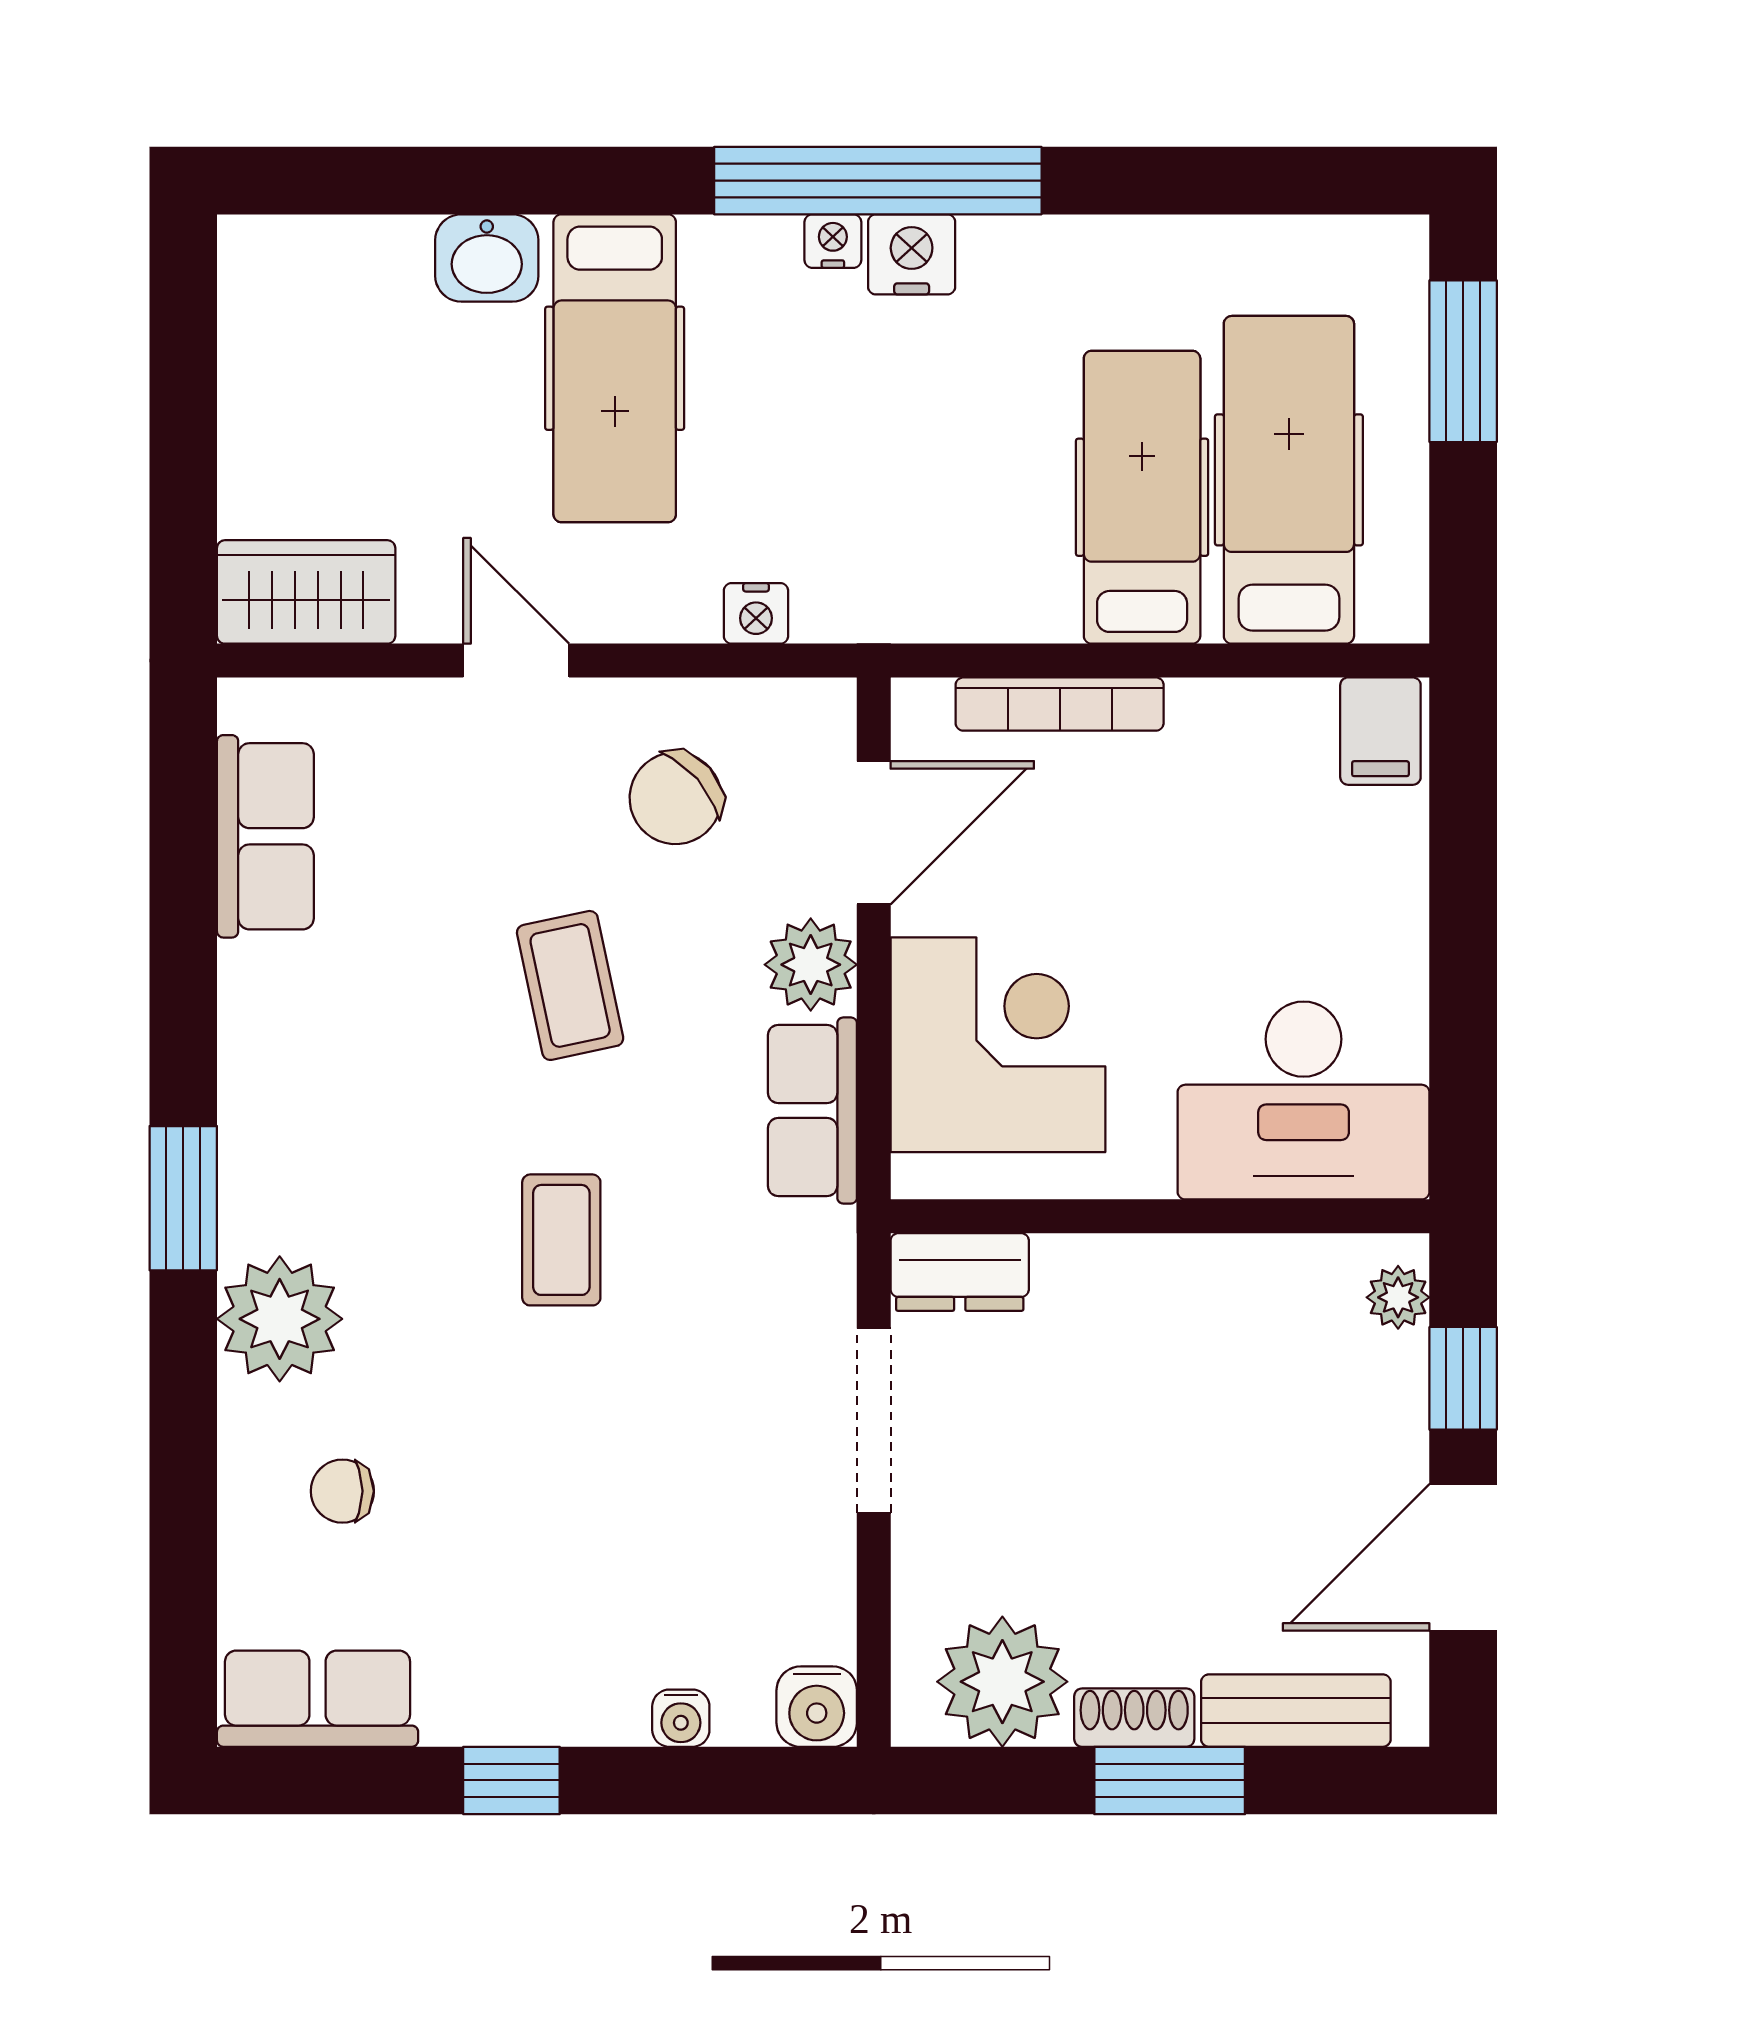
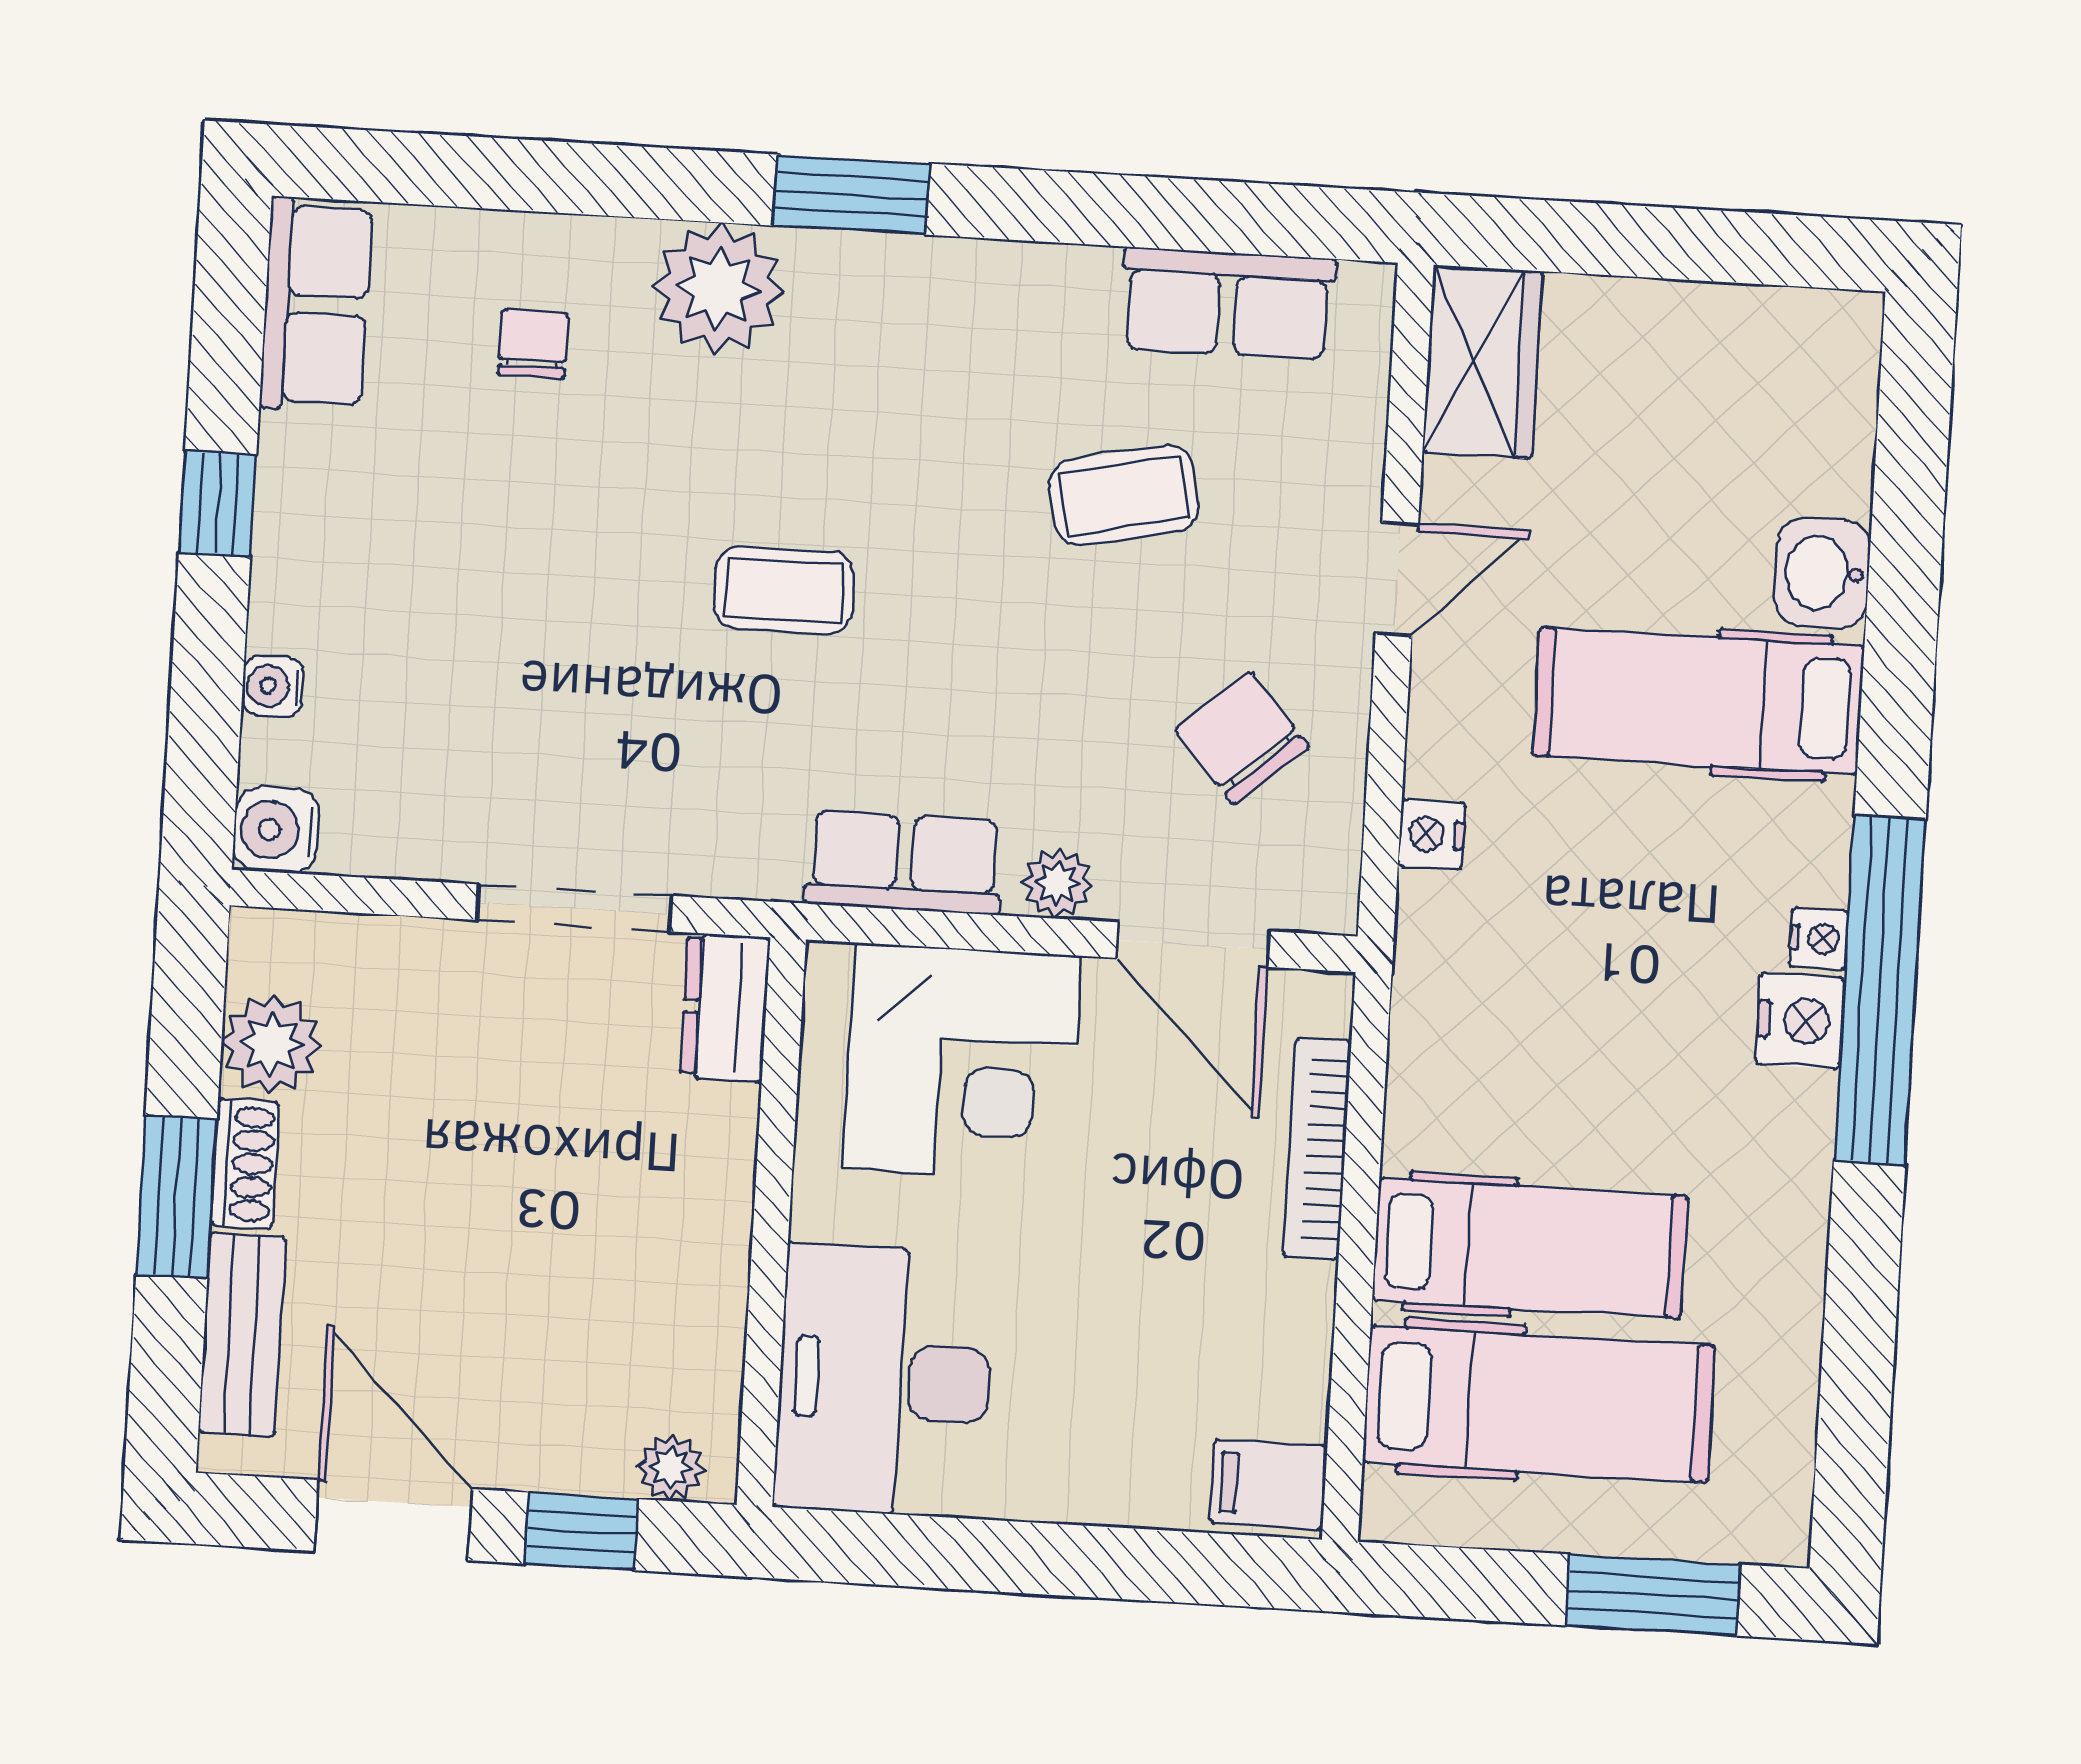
plant: (811, 965) -> (1058, 883), width x0.73, depth x0.73
coffee table: (570, 985) -> (1124, 496), moved
plant: (1002, 1682) -> (272, 1044), width x0.73, depth x0.73

